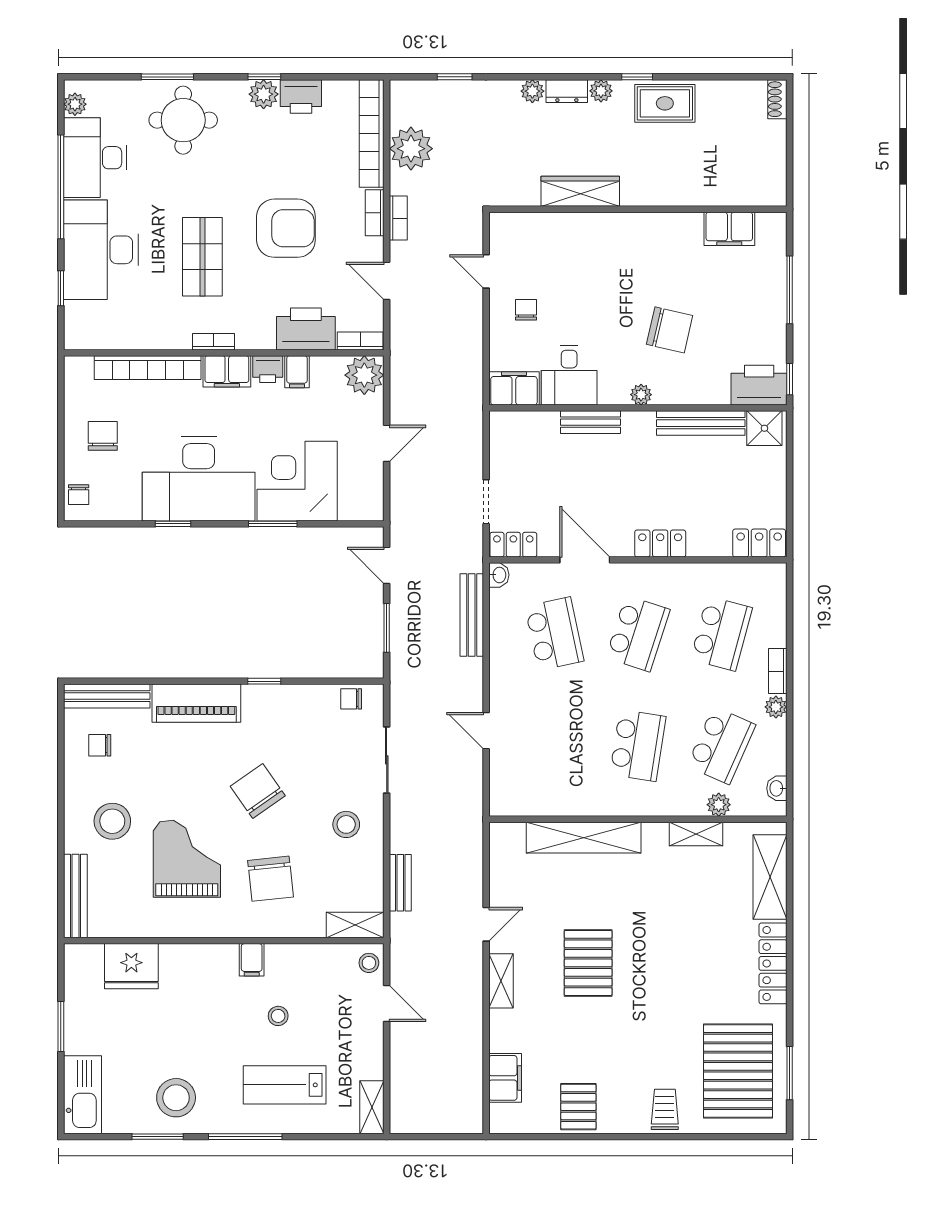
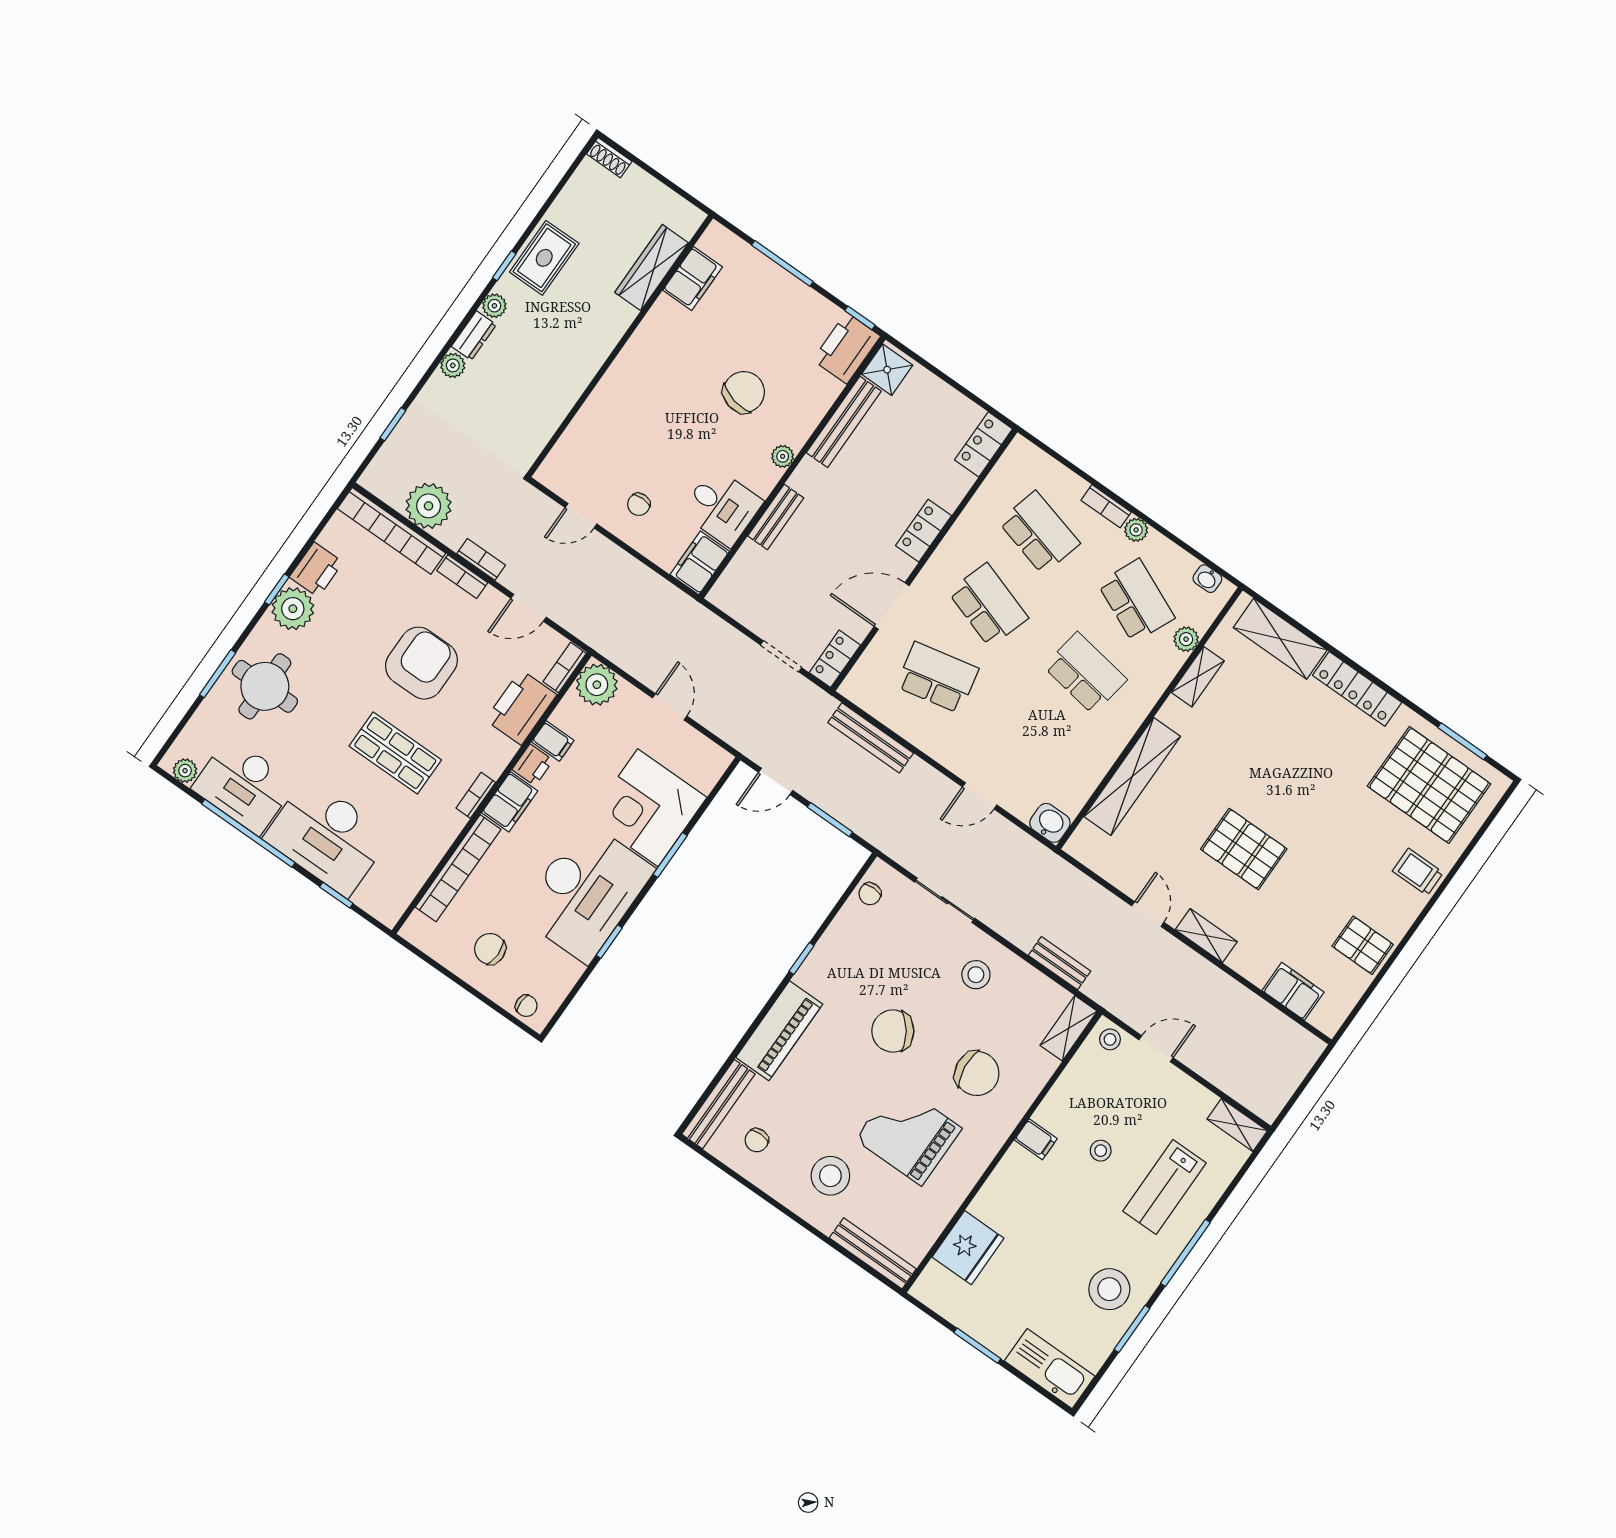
plant: (264, 94) -> (293, 609), width x1.36, depth x1.36
wardrobe: (580, 191) -> (652, 268), moved
chair: (526, 310) -> (639, 504), turned -90
washbasin: (499, 575) -> (1050, 823), moved, width x1.38, depth x1.45

